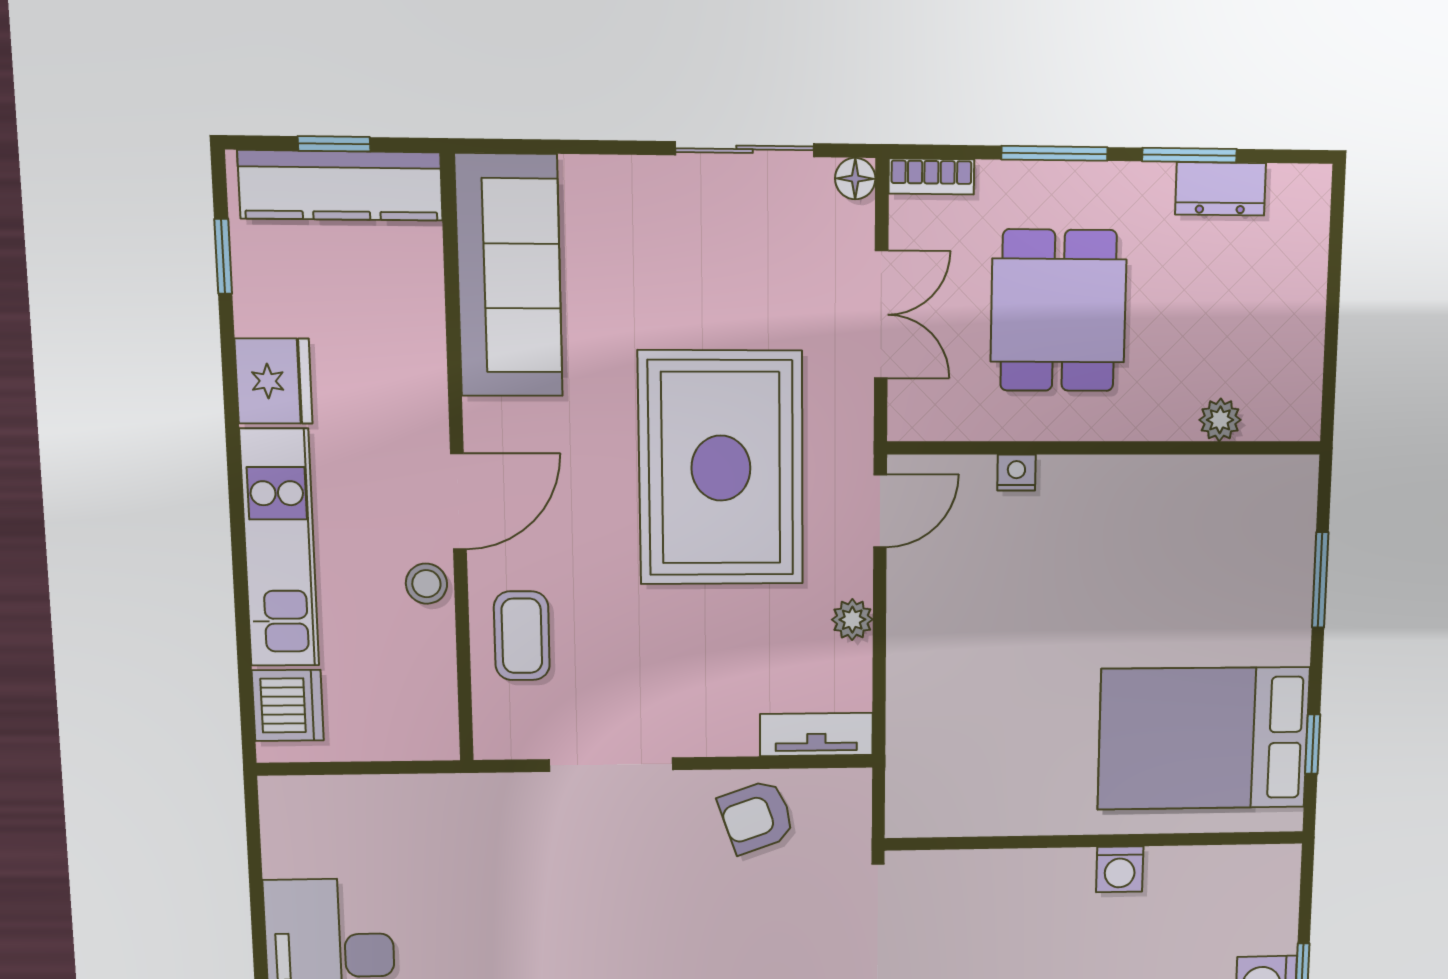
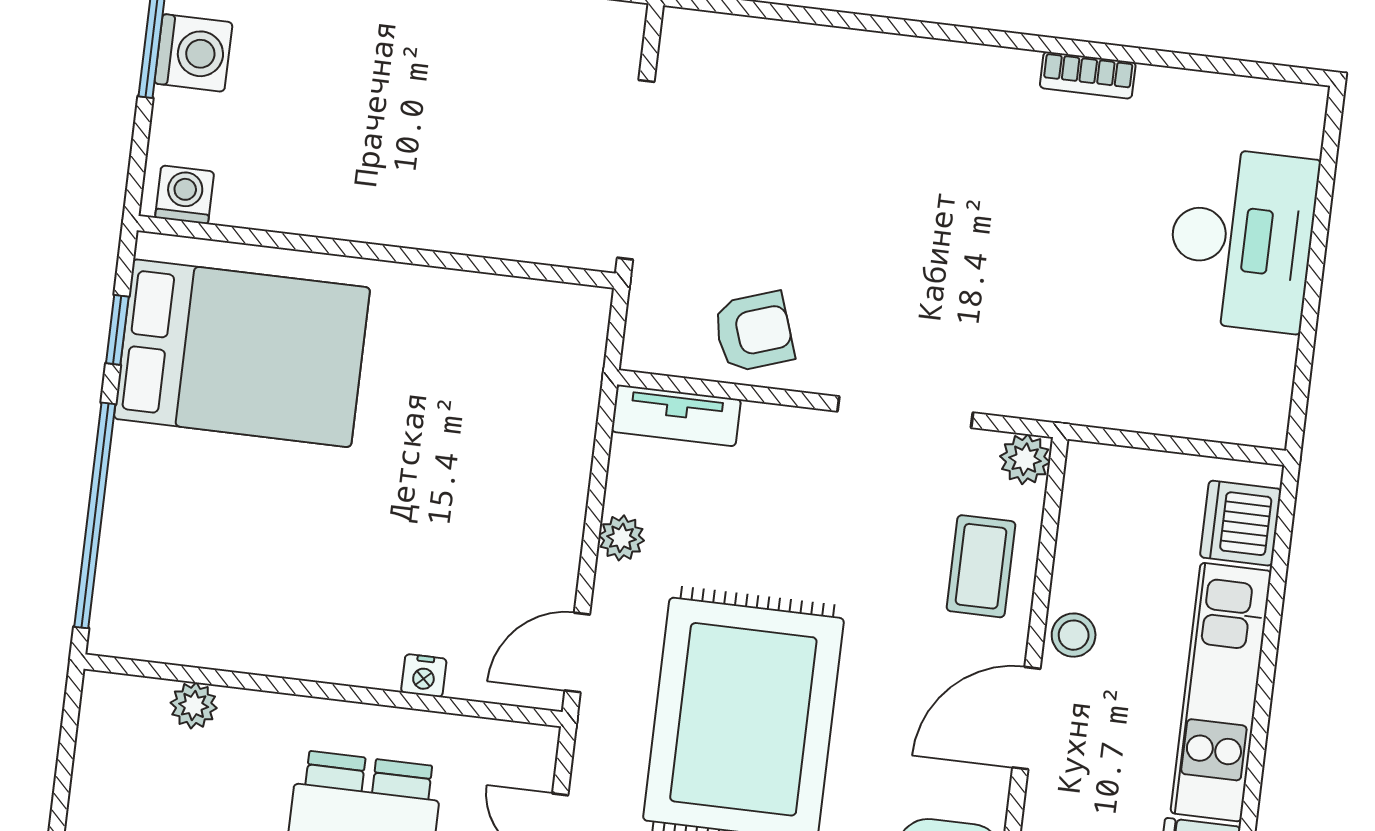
window: (1320, 580) -> (95, 515), width x2.11
plant: (496, 737) -> (1025, 459), added
washing machine: (1120, 869) -> (185, 195), moved

